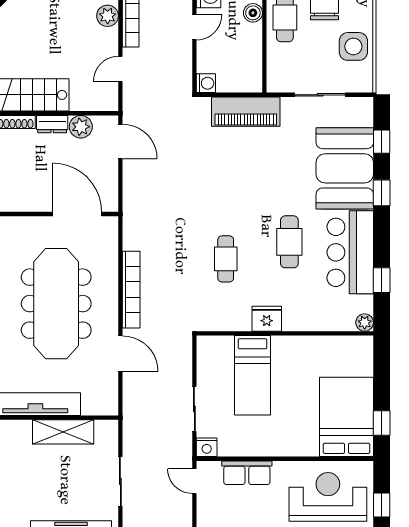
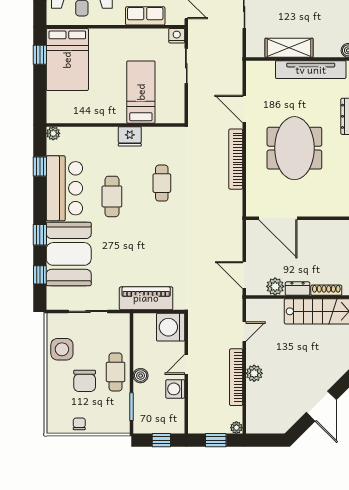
washing machine: (206, 83) -> (171, 327), width x1.89, depth x1.89
meeting table: (56, 304) -> (294, 148), width x0.73

